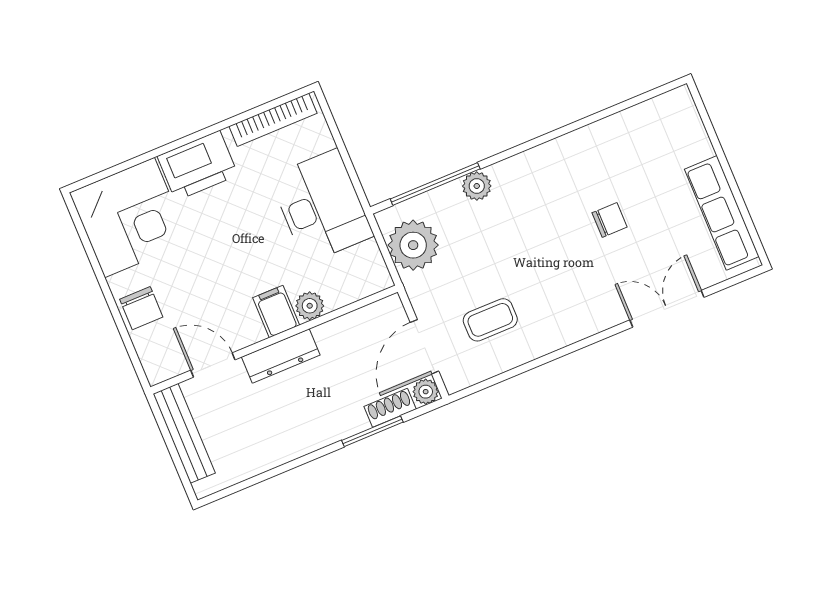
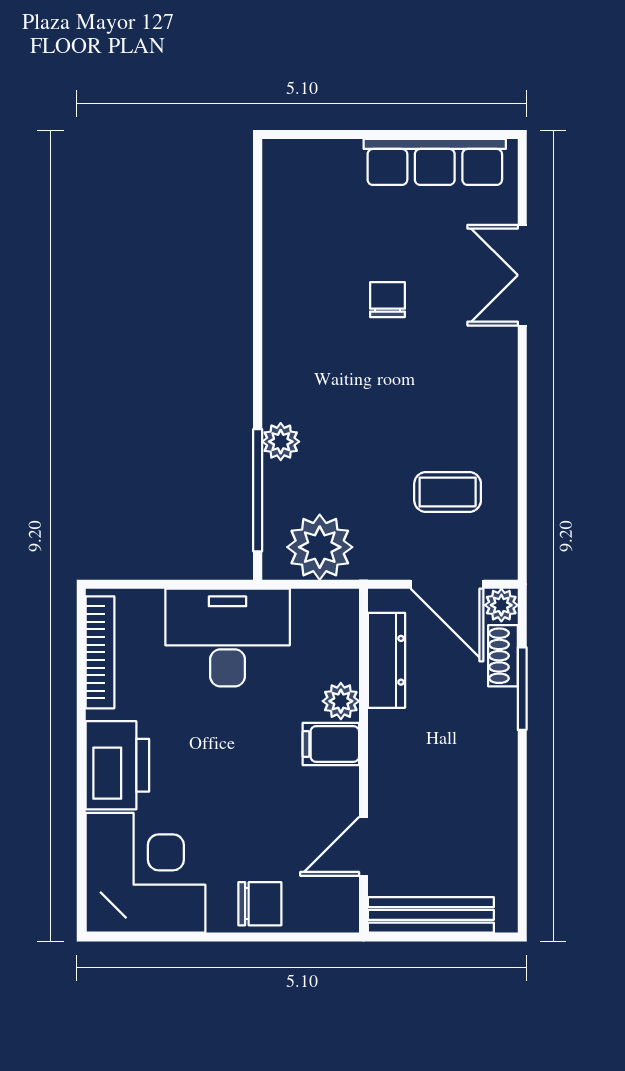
coffee table: (490, 320) -> (448, 492), turned 90
dresser: (281, 356) -> (386, 660), moved

